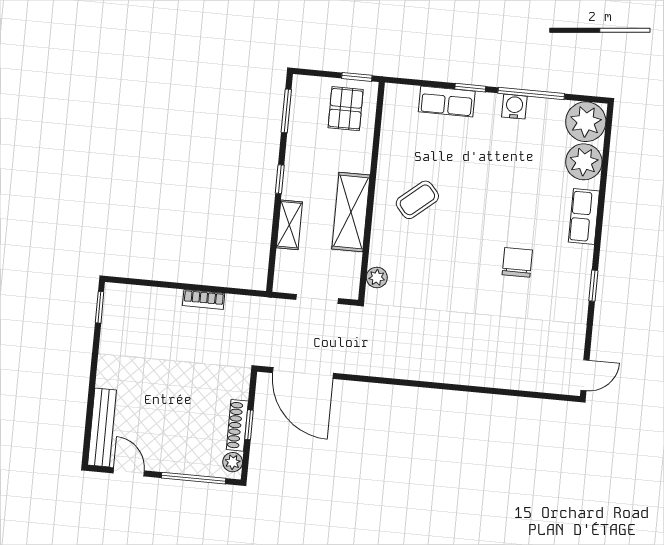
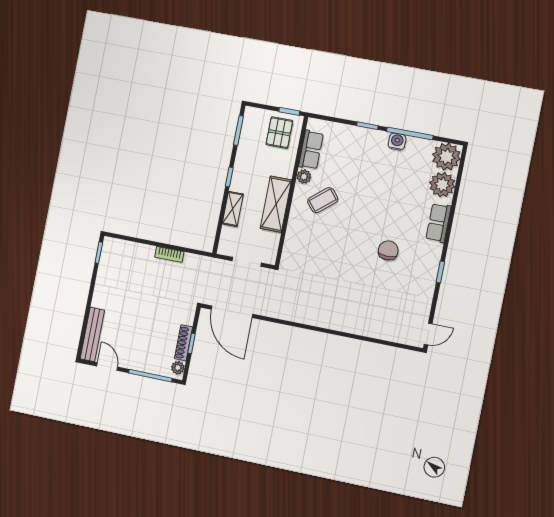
row of seats: (447, 102) -> (311, 150), moved, turned -90
plant: (377, 277) -> (304, 177), moved

